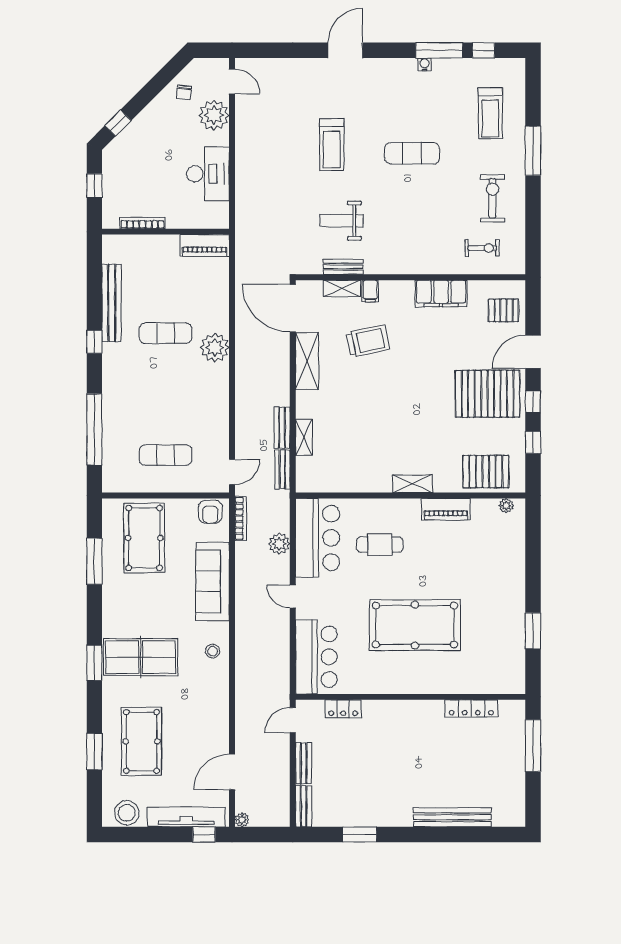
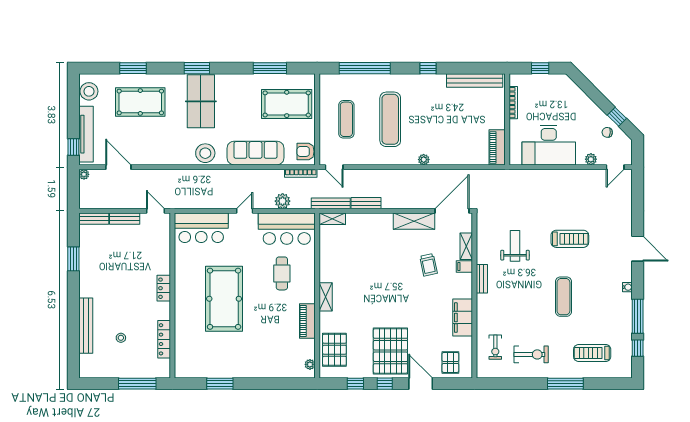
water cooler: (424, 64) -> (627, 287), moved
plant: (214, 115) -> (591, 159), width x0.53, depth x0.53
window: (118, 123) -> (617, 117), moved
treadmill: (332, 144) -> (570, 239), turned 180
desk: (208, 174) -> (549, 145), width x1.36, depth x1.30
bench: (343, 267) -> (482, 279), moved
bench: (112, 303) -> (475, 81), moved
exercise mat: (166, 333) -> (390, 119), moved, width x1.36, depth x1.45
trolley: (368, 341) -> (429, 265), width x0.73, depth x0.72
plant: (215, 347) -> (424, 160), width x0.53, depth x0.53
shelving: (304, 437) -> (332, 219), moved
bench: (282, 470) -> (331, 203), width x1.36
stool: (213, 651) -> (205, 153), width x1.89, depth x1.89
locker: (343, 709) -> (164, 288), moved
stool: (469, 768) -> (121, 338), added

